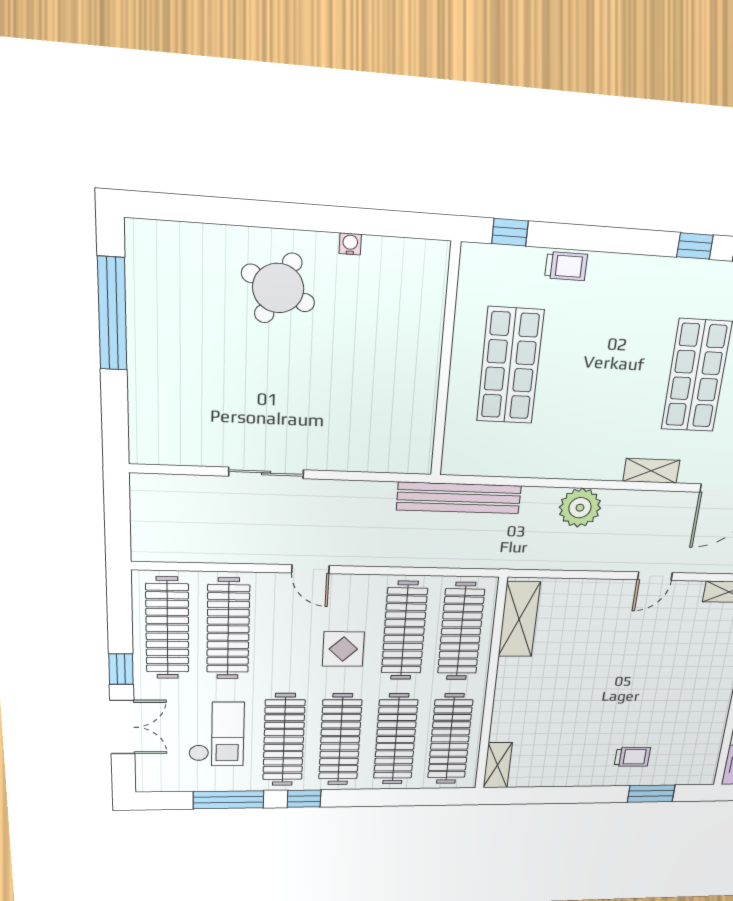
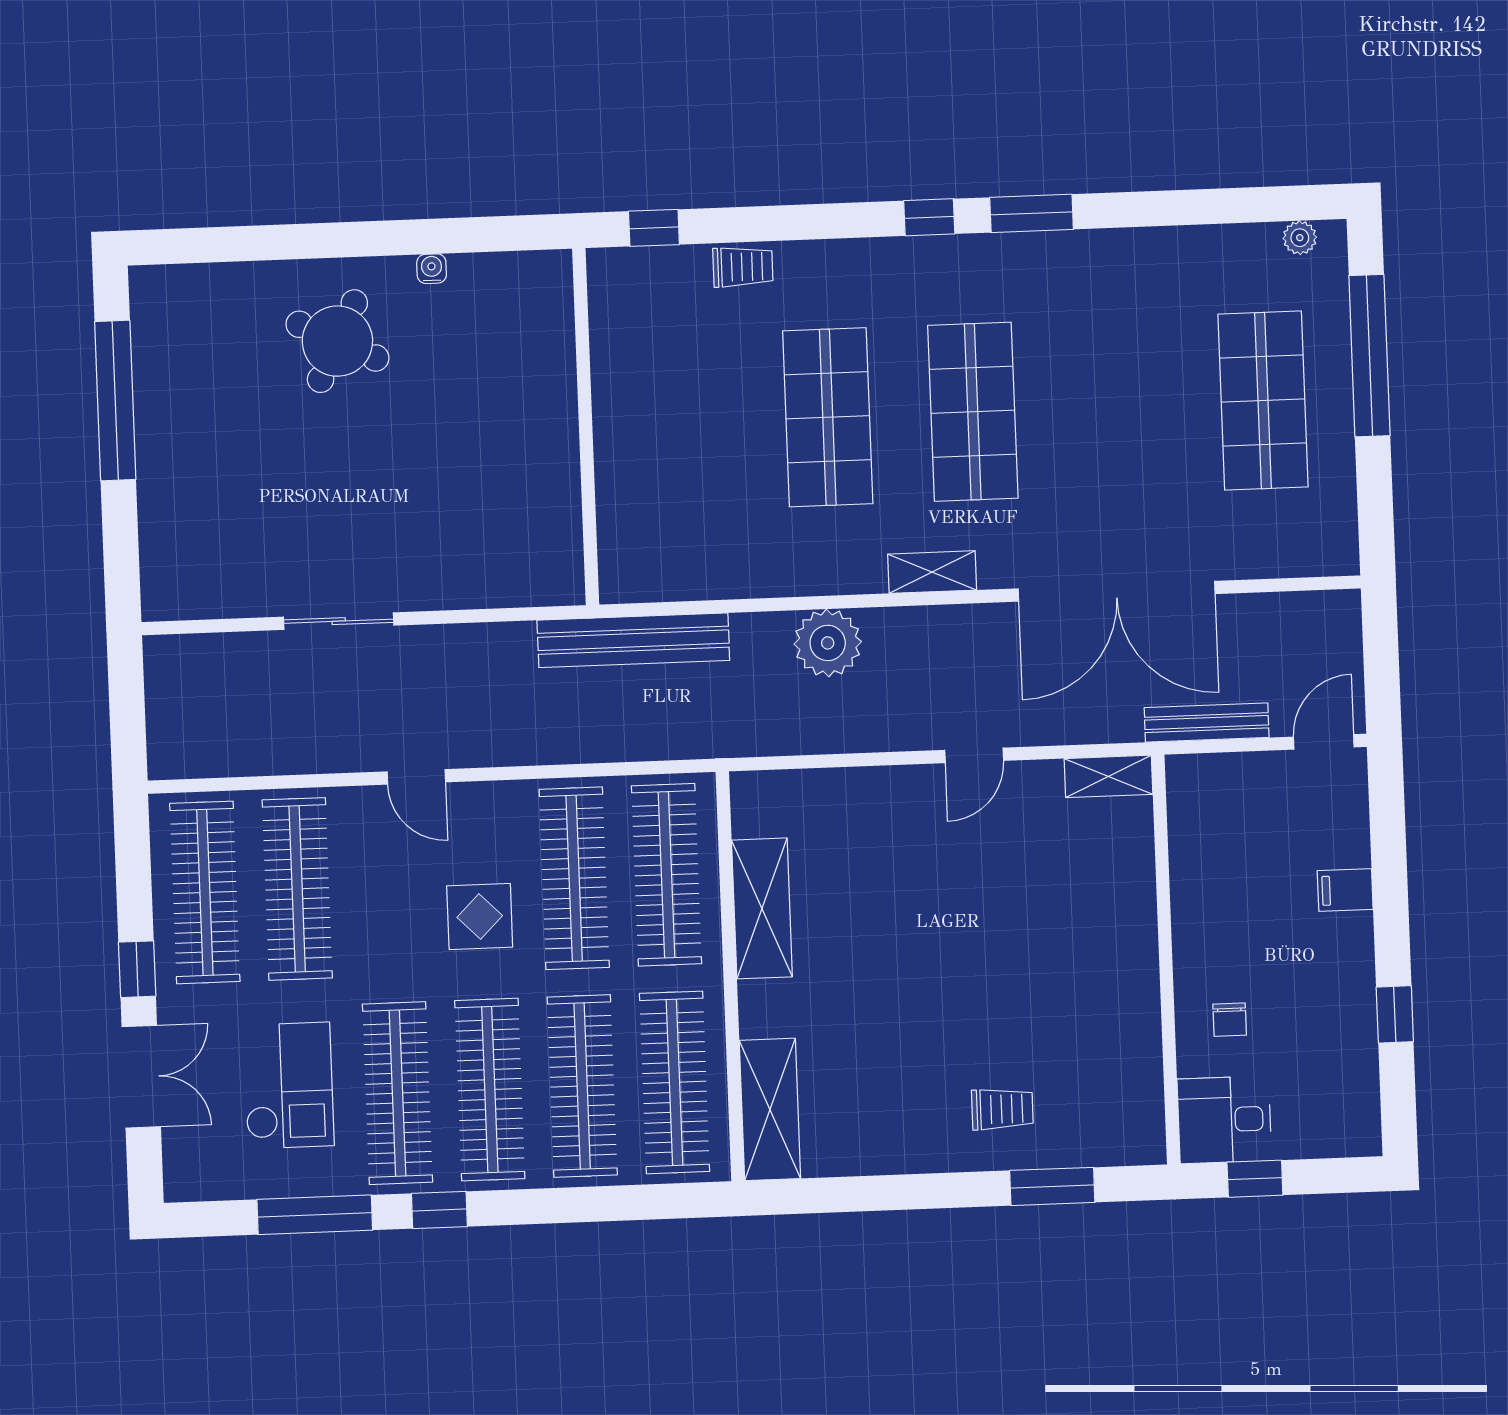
shop shelf: (510, 366) -> (828, 417), moved
shelving: (519, 619) -> (762, 908), moved
shelving: (498, 765) -> (770, 1109), width x1.50, depth x1.33

